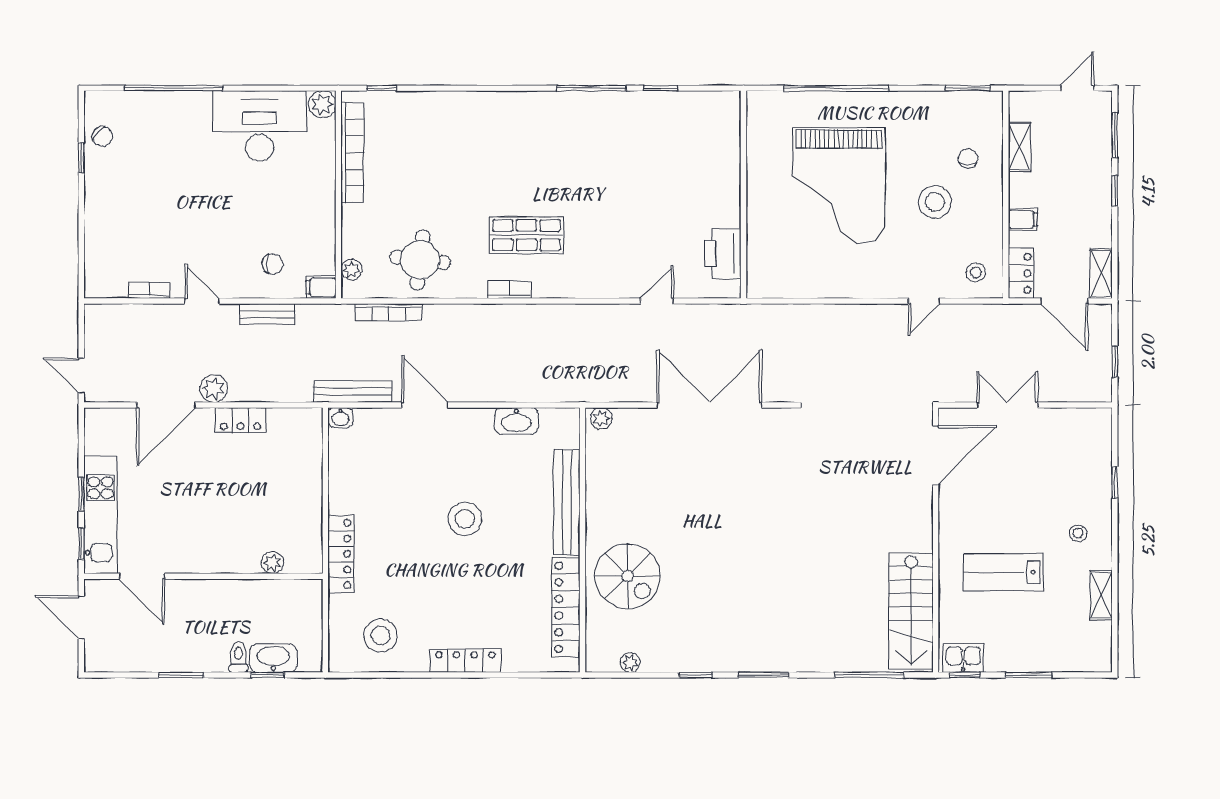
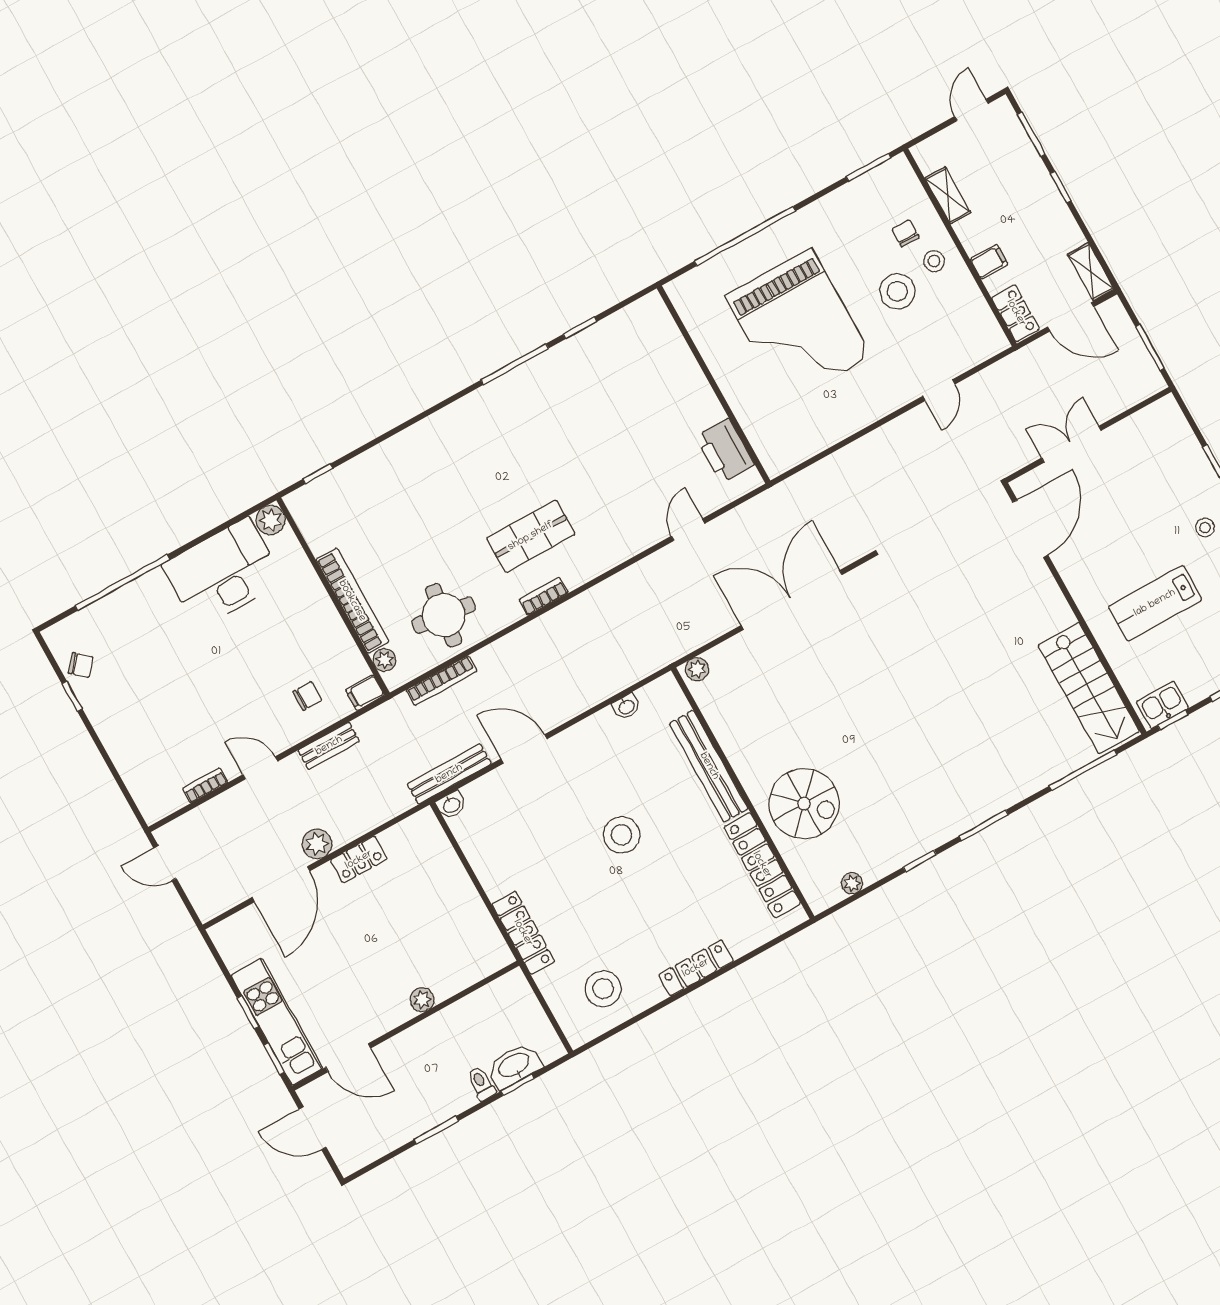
bookcase: (352, 152) -> (352, 601), moved
stool: (976, 272) -> (934, 261), moved
window: (1115, 362) -> (1150, 347), width x1.50
door: (81, 376) -> (165, 863), moved
washbasin: (516, 421) -> (626, 707), width x0.52, depth x0.69
plant: (272, 563) -> (422, 1000), moved

